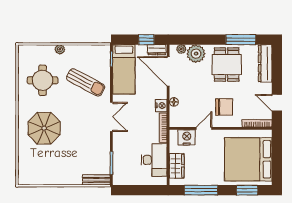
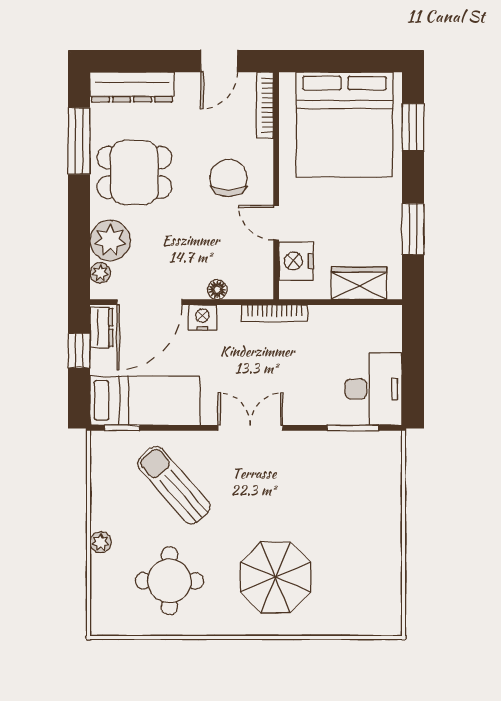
sun lounger: (86, 82) -> (174, 485), turned -69
nightstand: (161, 106) -> (202, 318), moved
desk: (154, 160) -> (374, 389), moved, turned 90
bench: (96, 180) -> (390, 461), removed
window: (201, 190) -> (413, 229), width x0.69

